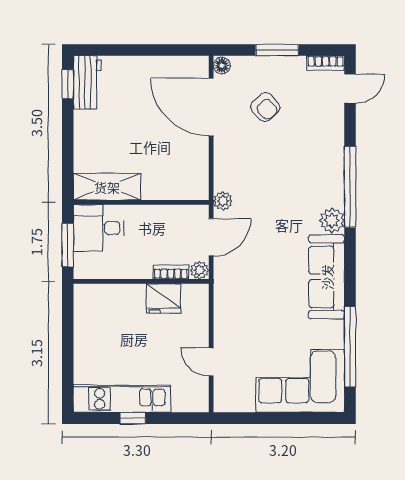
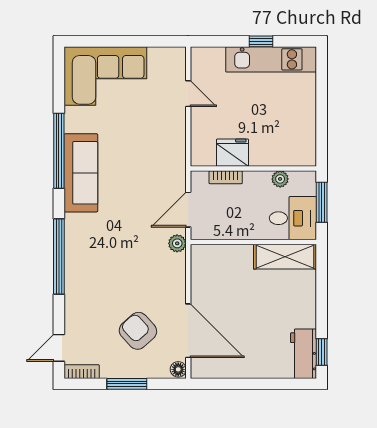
armchair: (265, 107) -> (138, 331), width x1.38, depth x1.38
plant: (332, 220) -> (76, 225), removed
plant: (199, 270) -> (280, 179), moved
window: (350, 347) -> (59, 151), moved

